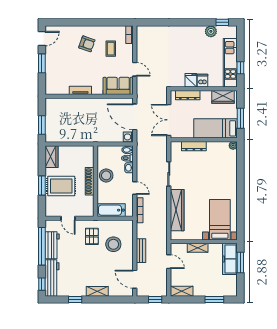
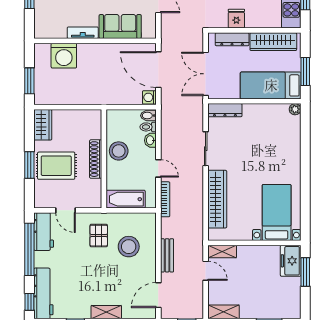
dishwasher: (203, 81) -> (253, 19), removed
sofa: (118, 86) -> (120, 26), moved
wardrobe: (223, 97) -> (273, 42), width x1.50
washing machine: (67, 107) -> (64, 56), added
dresser: (194, 146) -> (225, 110), moved
workbench: (52, 245) -> (44, 232), moved
shelving: (198, 248) -> (222, 252), moved
freezer: (230, 259) -> (291, 261), width x0.71
door: (135, 279) -> (158, 295), hinge flipped

